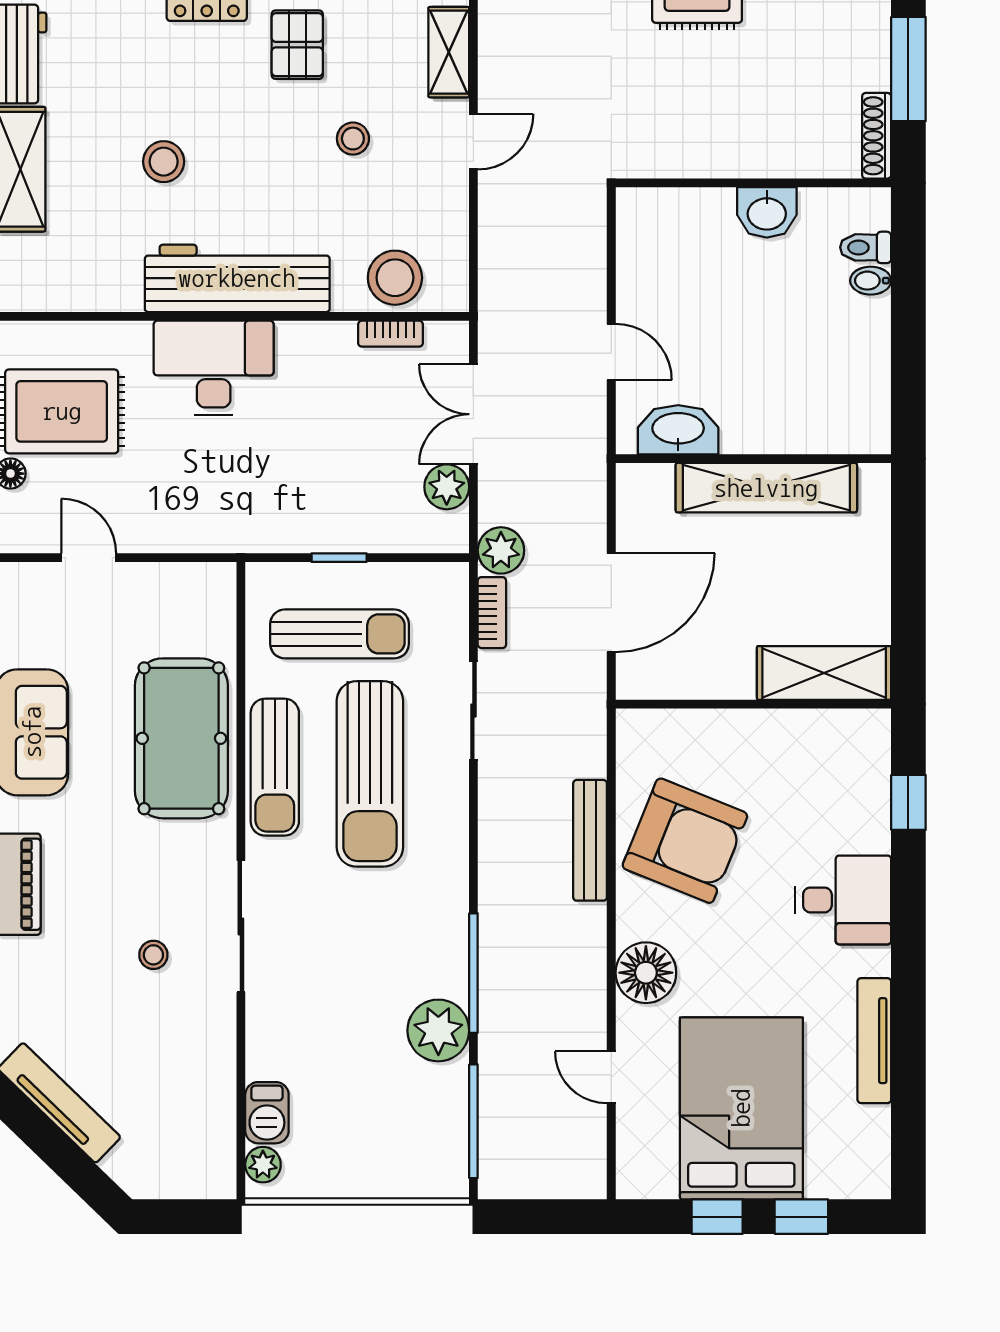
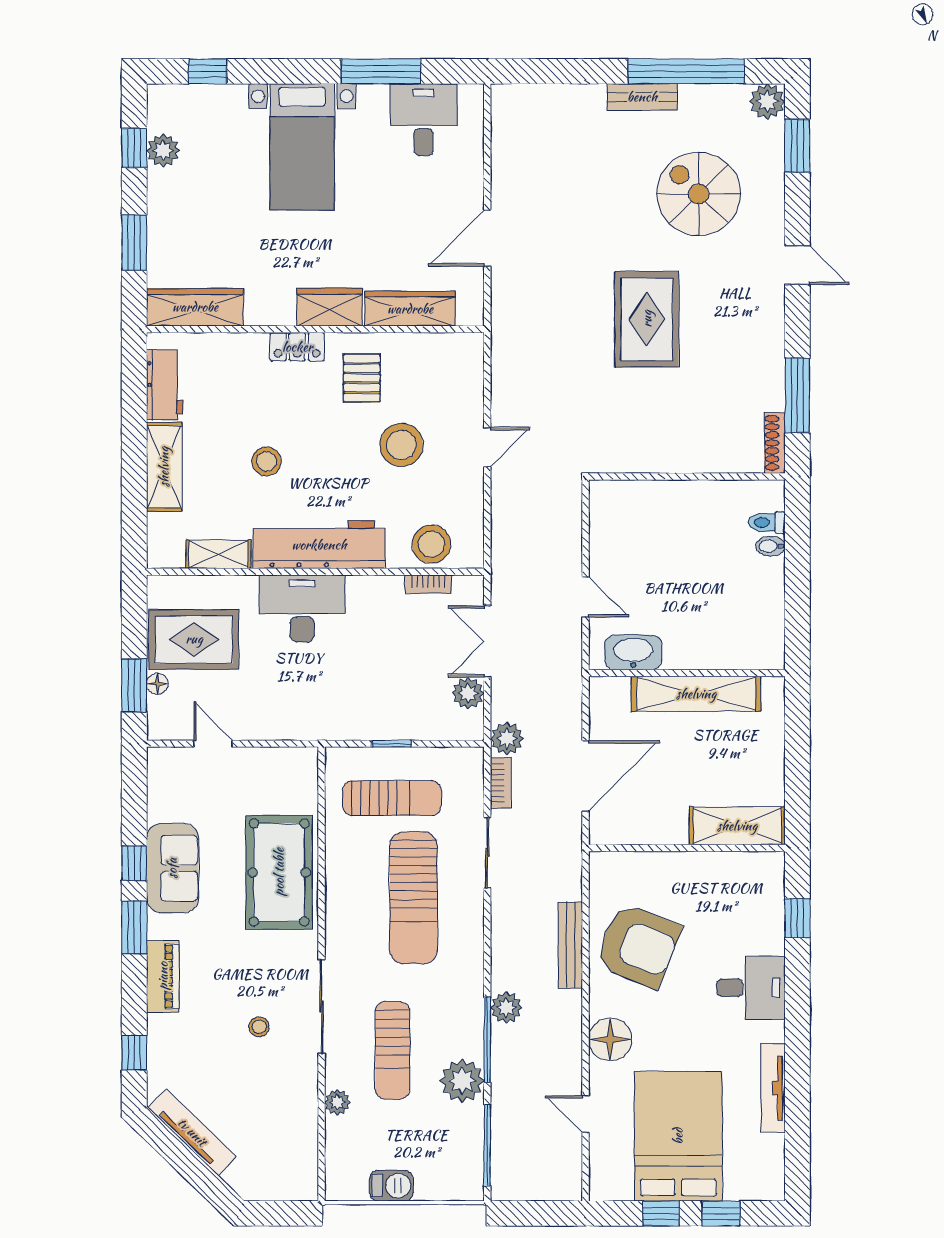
shelving: (449, 52) -> (218, 554), moved, turned 90
stool: (353, 139) -> (401, 445), width x1.89, depth x1.89
washbasin: (767, 212) -> (696, 498), removed
sun lounger: (275, 767) -> (393, 1050), moved
plant: (500, 928) -> (506, 1008), added
barbecue: (267, 1113) -> (391, 1186), moved, turned -90
plant: (263, 1165) -> (337, 1102), moved

